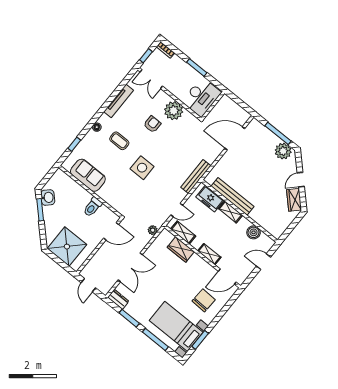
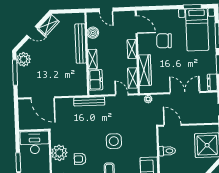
bench: (233, 196) -> (81, 43), moved
wardrobe: (181, 249) -> (145, 70), width x1.50
chair: (204, 300) -> (164, 41), moved

